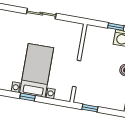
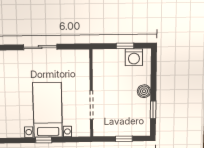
window: (90, 108) -> (124, 139), moved

